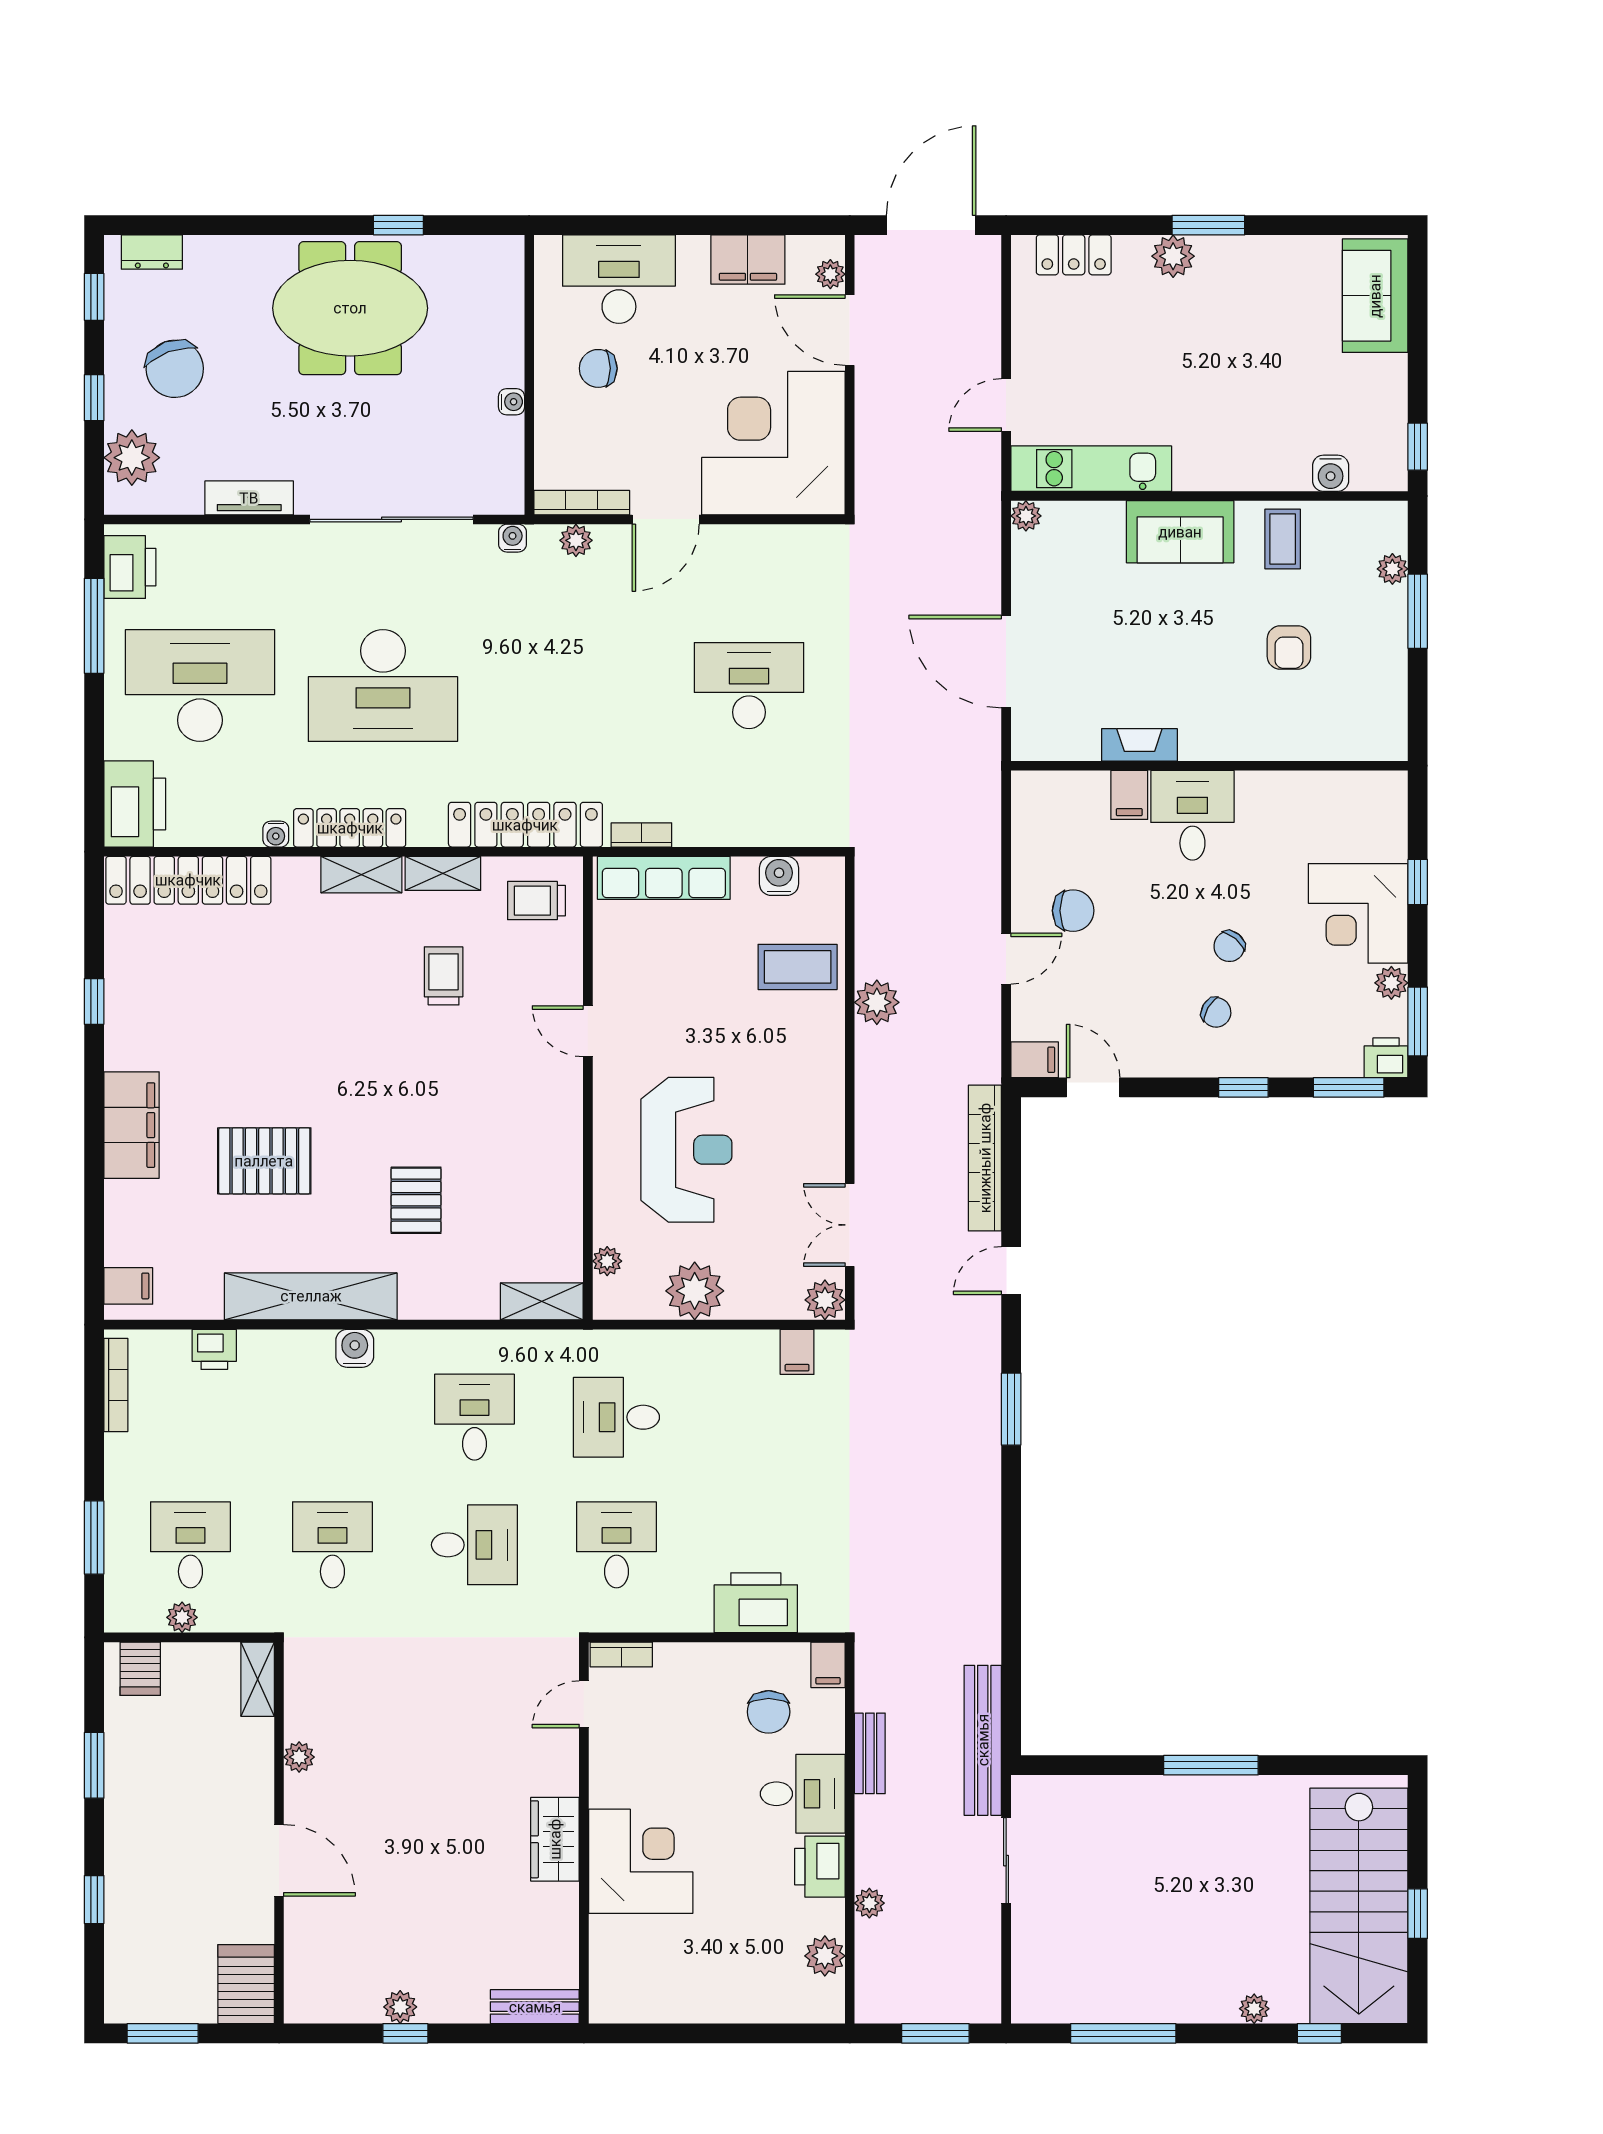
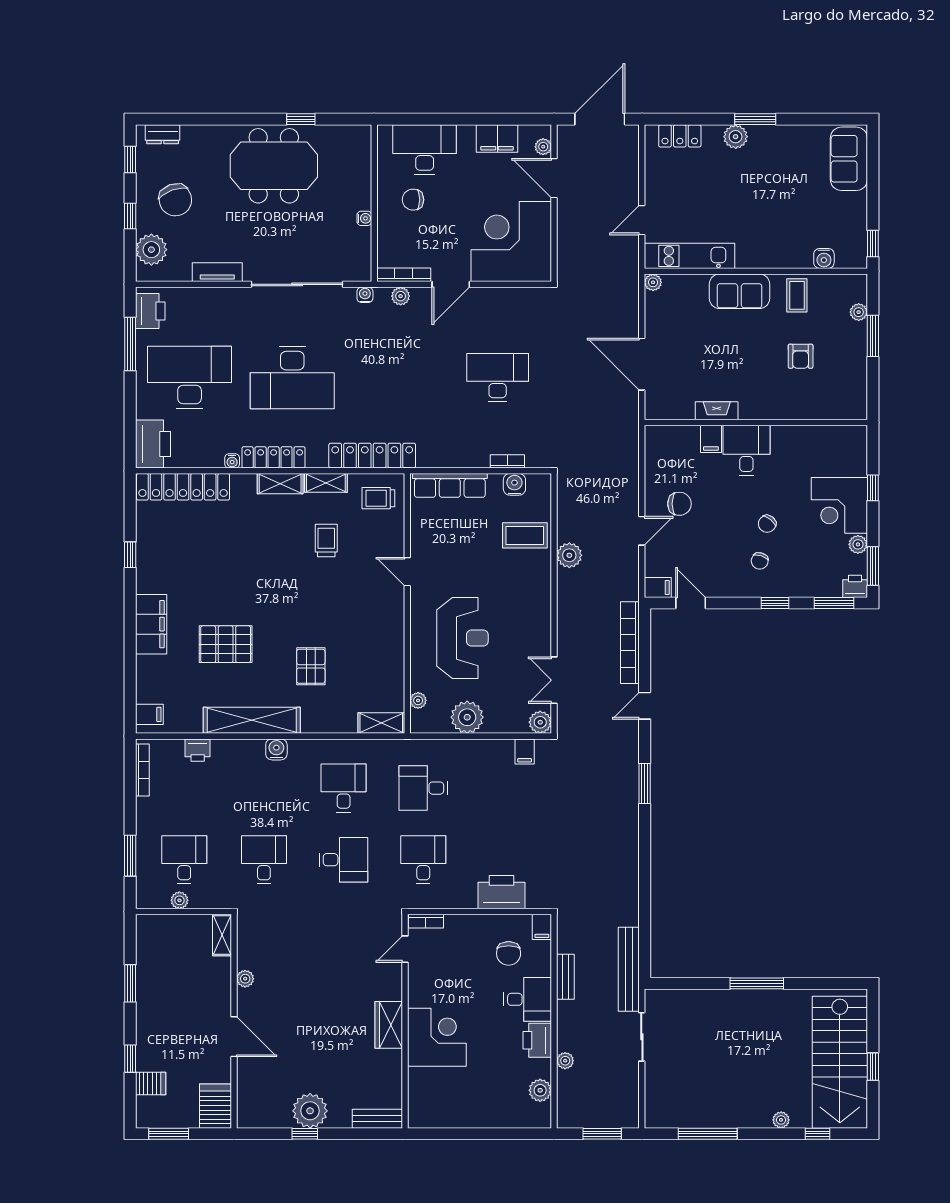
bookcase: (641, 835) -> (507, 461), moved
chair: (1216, 1012) -> (760, 561), turned 78
server rack: (140, 1669) -> (151, 1083), moved, turned -90
plant: (400, 2007) -> (310, 1111), width x1.88, depth x1.88

